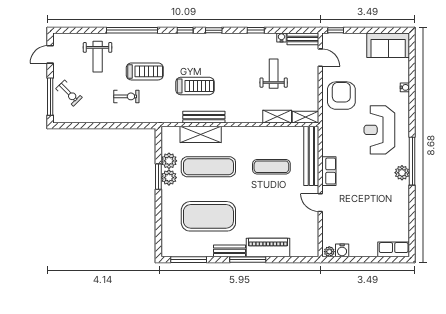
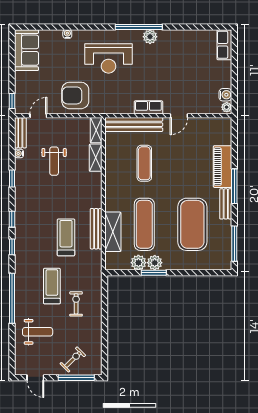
weight bench: (274, 74) -> (54, 161), turned -90

